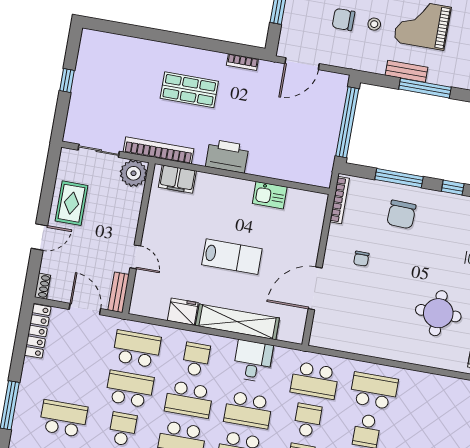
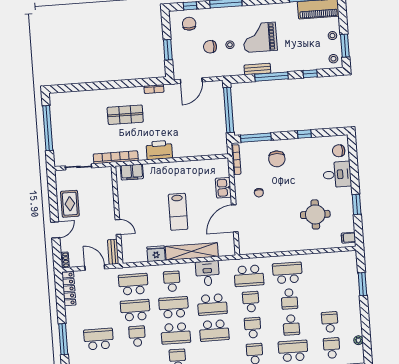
window: (67, 80) -> (48, 128), width x3.17
plant: (133, 173) -> (104, 175), removed
window: (399, 178) -> (256, 138), moved
kitchen sink: (270, 195) -> (223, 188), moved, turned 90
lab bench: (232, 257) -> (178, 212), turned 90
school desk: (189, 399) -> (174, 307), turned 180

